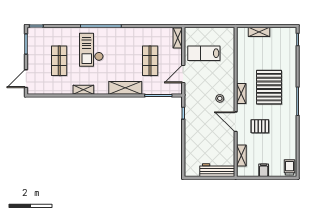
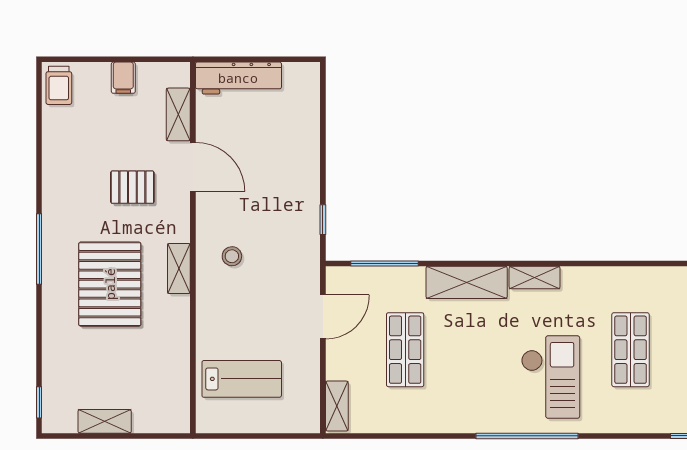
shelving: (259, 32) -> (105, 421), moved
lab bench: (204, 53) -> (242, 379), moved
shelving: (83, 90) -> (535, 278), moved
door: (236, 122) -> (193, 167), moved

